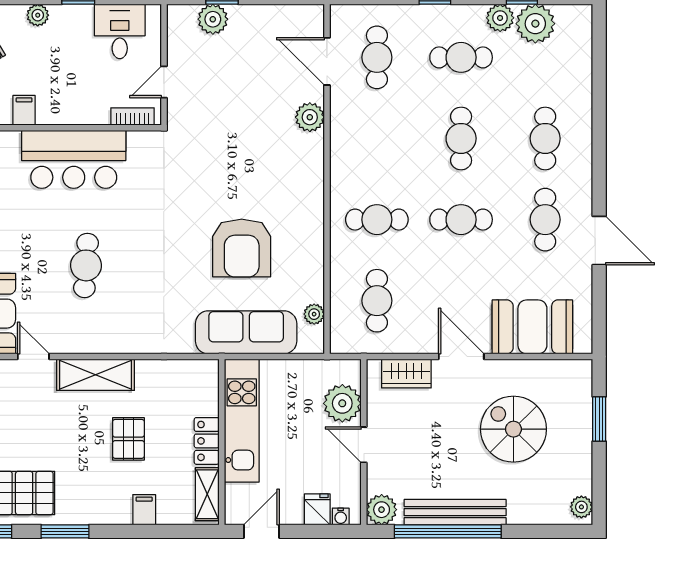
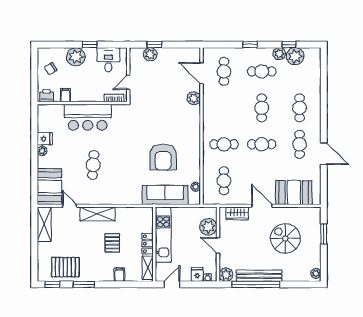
plant: (38, 15) -> (76, 57), width x1.88, depth x1.88

